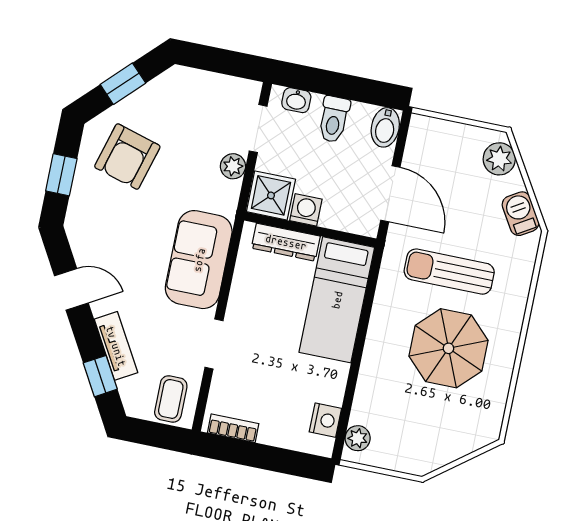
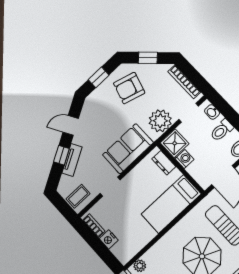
bookcase: (214, 82) -> (184, 82), added
plant: (233, 166) -> (160, 121), width x1.88, depth x1.88
dresser: (286, 242) -> (164, 163), width x0.70
door: (71, 289) -> (71, 125), swing flipped
window: (100, 376) -> (61, 155), moved
nightstand: (325, 420) -> (109, 239), moved, turned 90

